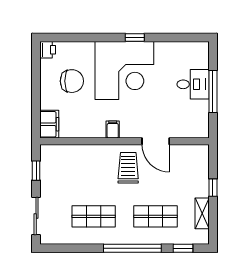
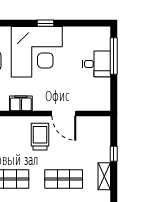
window: (213, 92) -> (114, 56), moved
filing cabinet: (113, 130) -> (21, 103), width x2.00

